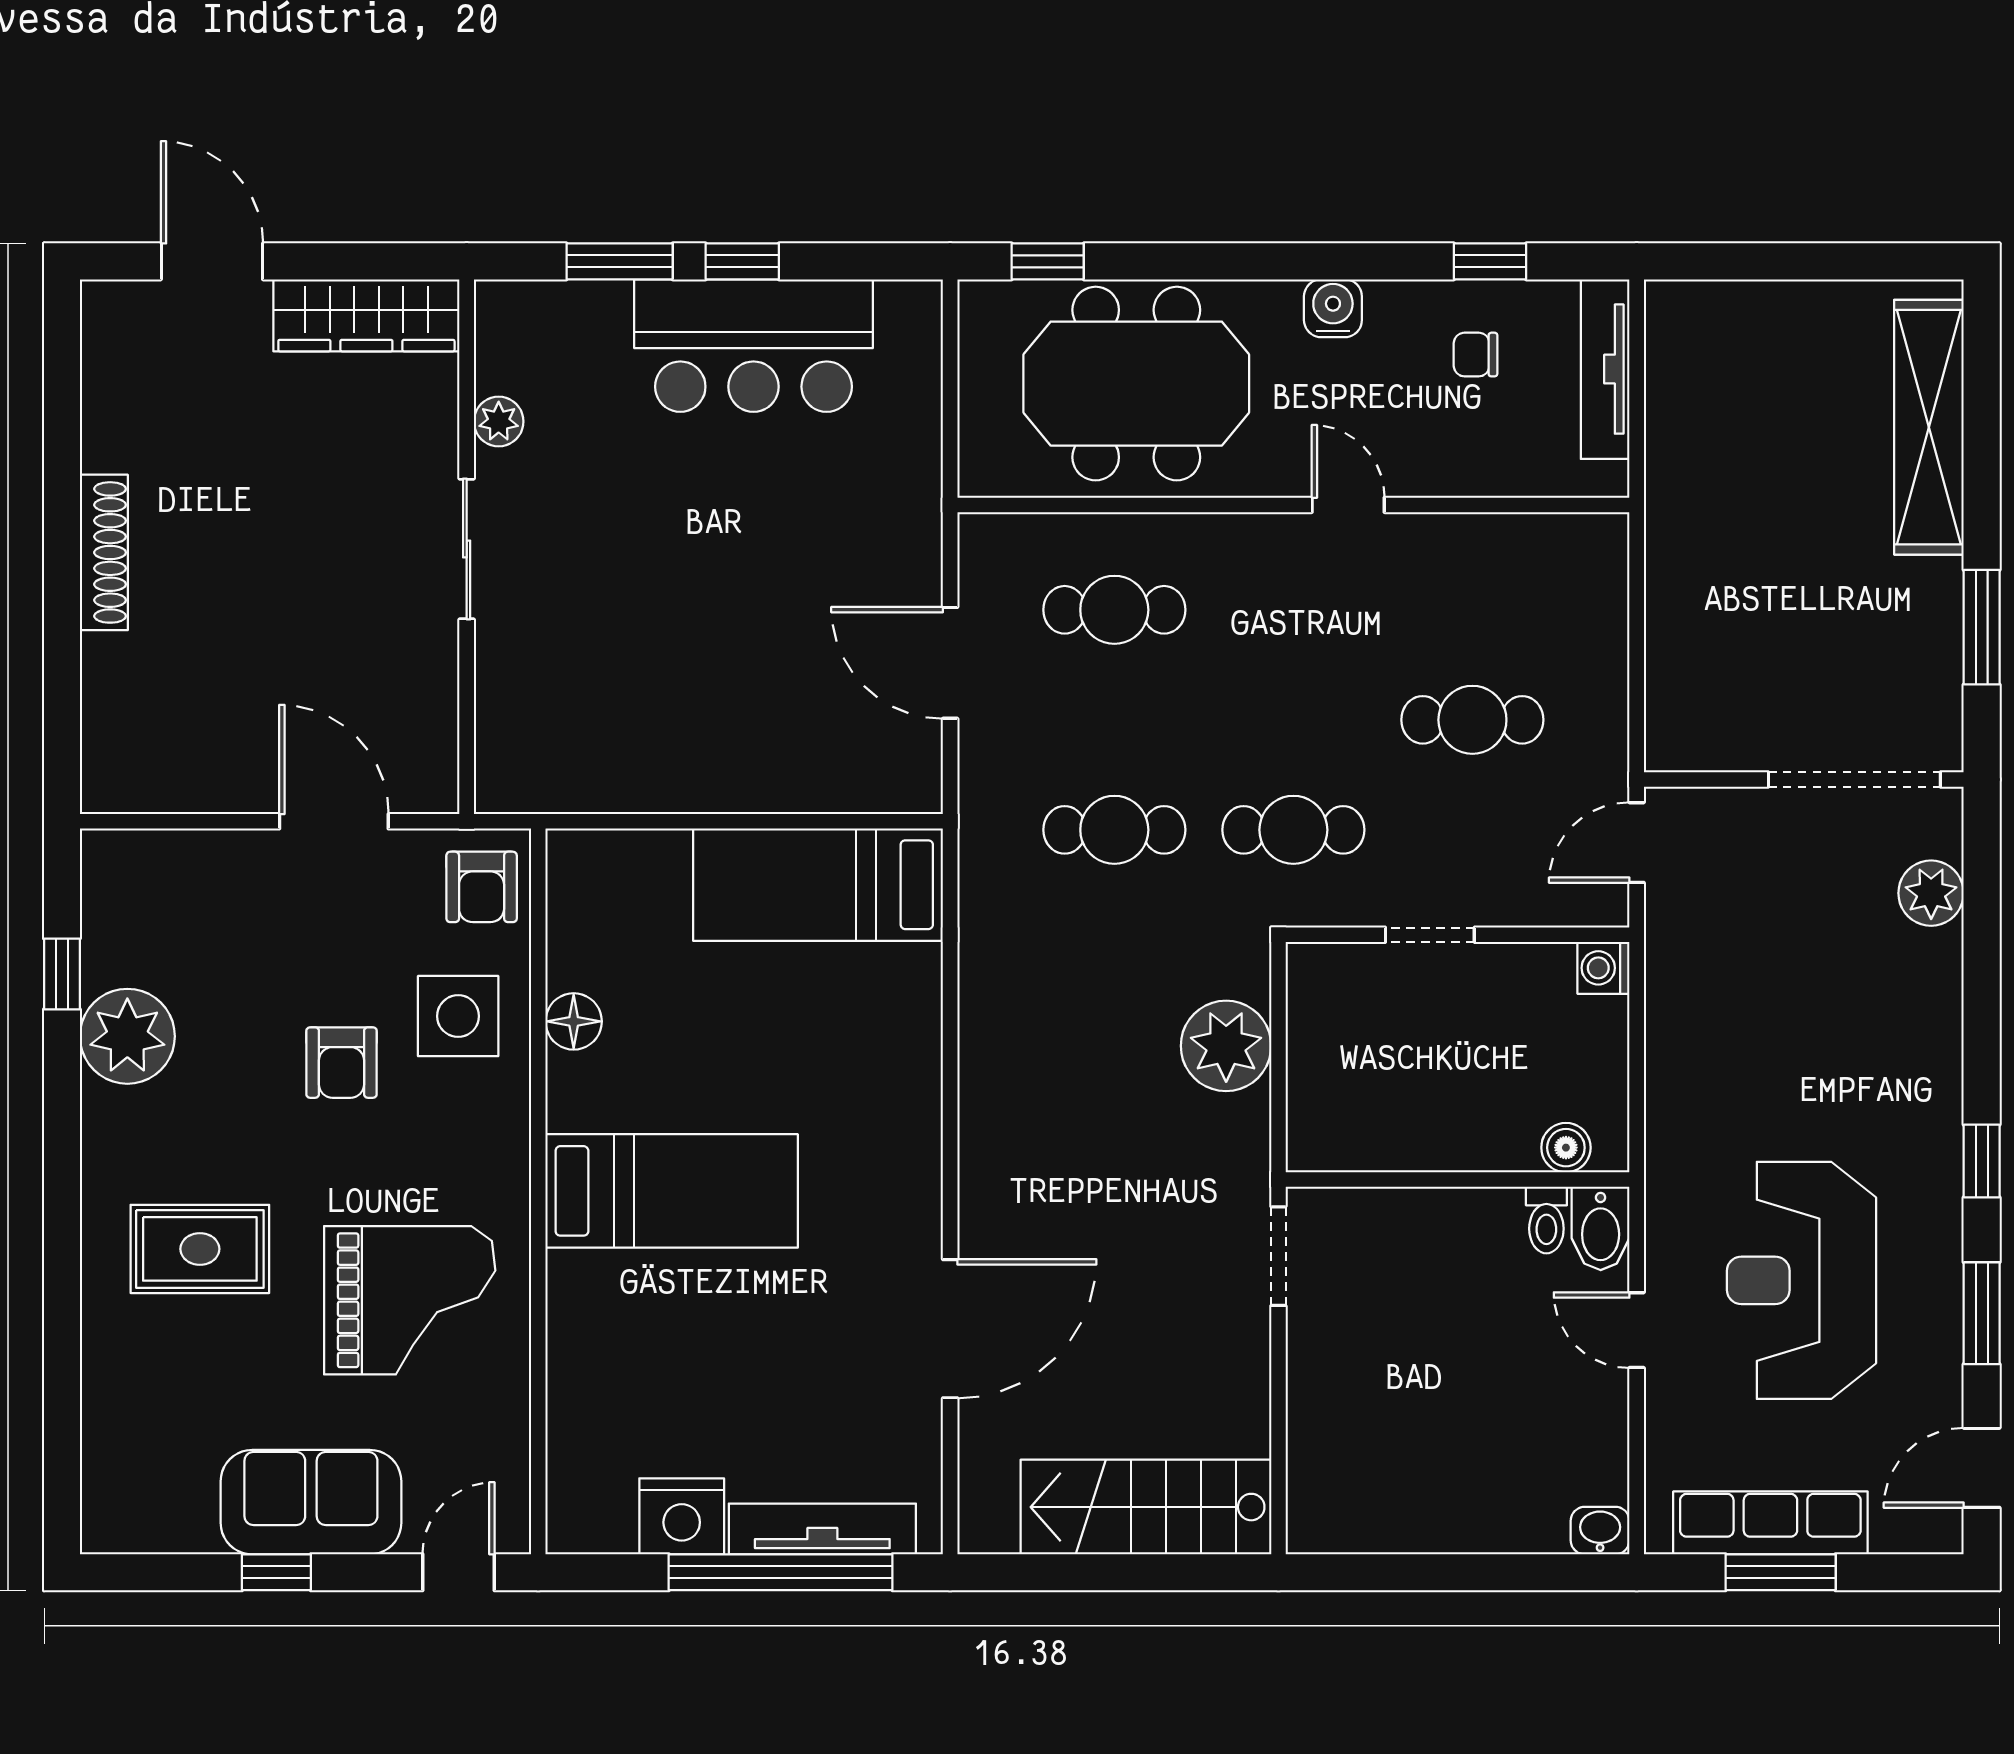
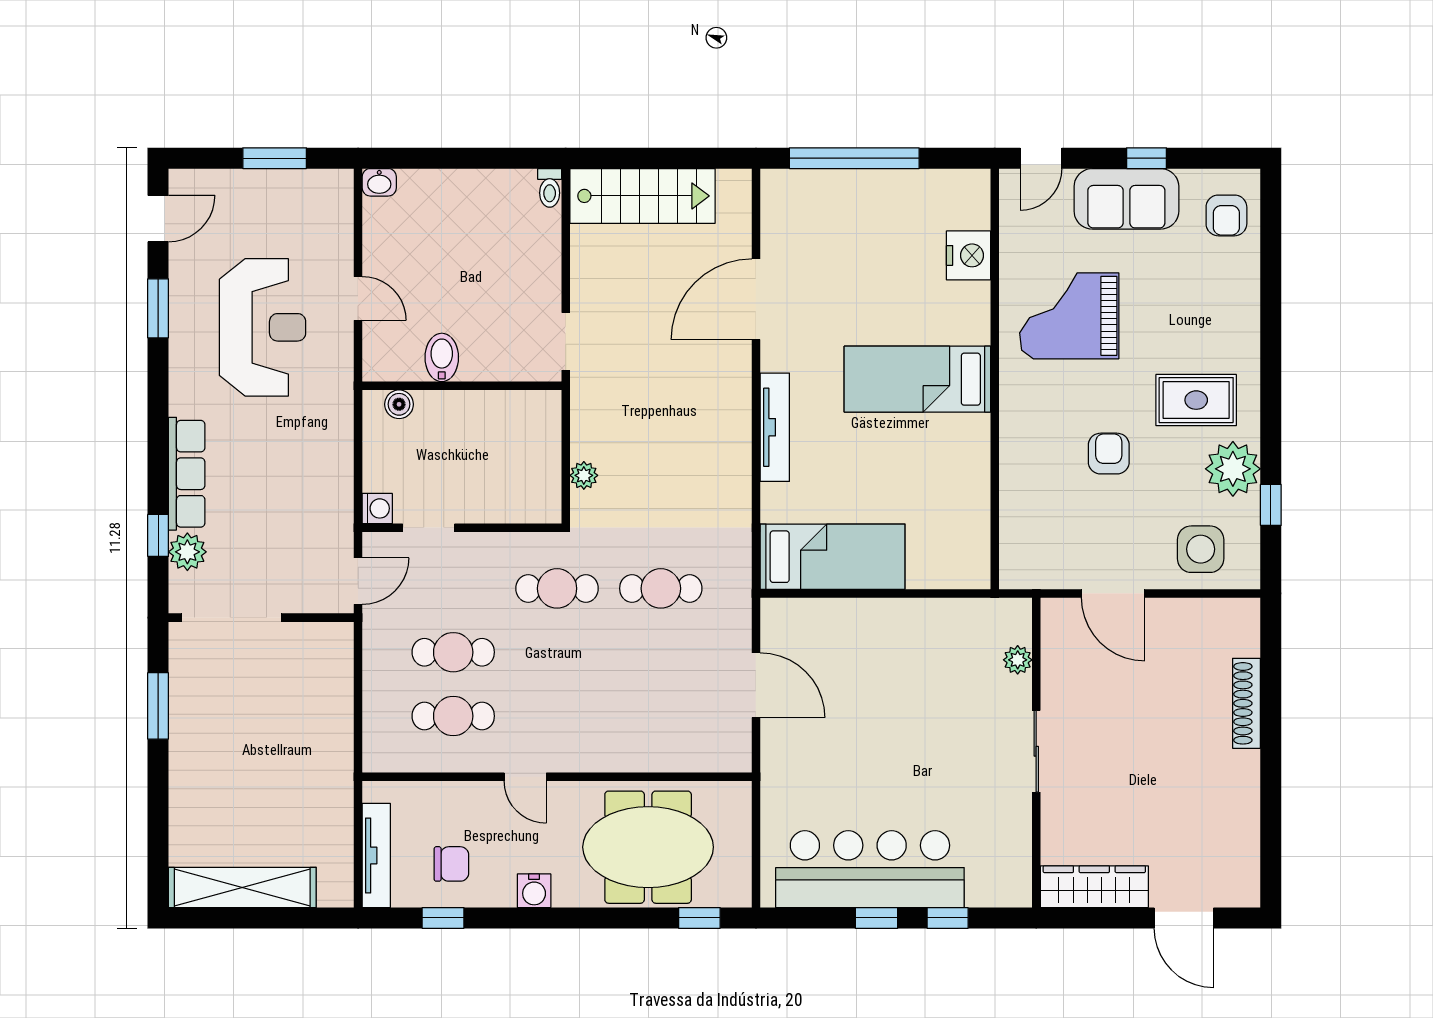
window: (620, 261) -> (948, 918), width x0.67
bar counter: (753, 346) -> (870, 869), width x1.36
chair: (1476, 355) -> (451, 864), width x1.37, depth x1.37
plant: (499, 421) -> (1018, 660), moved
shelving: (1929, 427) -> (242, 887), moved, turned 90
shoe rack: (104, 552) -> (1246, 703), moved
cafe table: (1114, 610) -> (453, 716), moved
armchair: (482, 887) -> (1226, 215), moved, turned 180
doorway: (1430, 935) -> (429, 528), moved
side table: (458, 1016) -> (1201, 549), moved
floor lamp: (574, 1021) -> (974, 477), removed
plant: (1226, 1046) -> (584, 475), width x0.53, depth x0.53
window: (1982, 1161) -> (158, 535), moved
toilet: (1546, 1220) -> (550, 188), moved, turned 180
bidet: (1601, 1228) -> (442, 357), moved
rug: (200, 1249) -> (1196, 400), moved
nightstand: (682, 1516) -> (969, 255), moved, turned 90
row of seats: (1770, 1523) -> (187, 474), moved, turned -90
tv unit: (822, 1529) -> (775, 427), moved, turned -90

